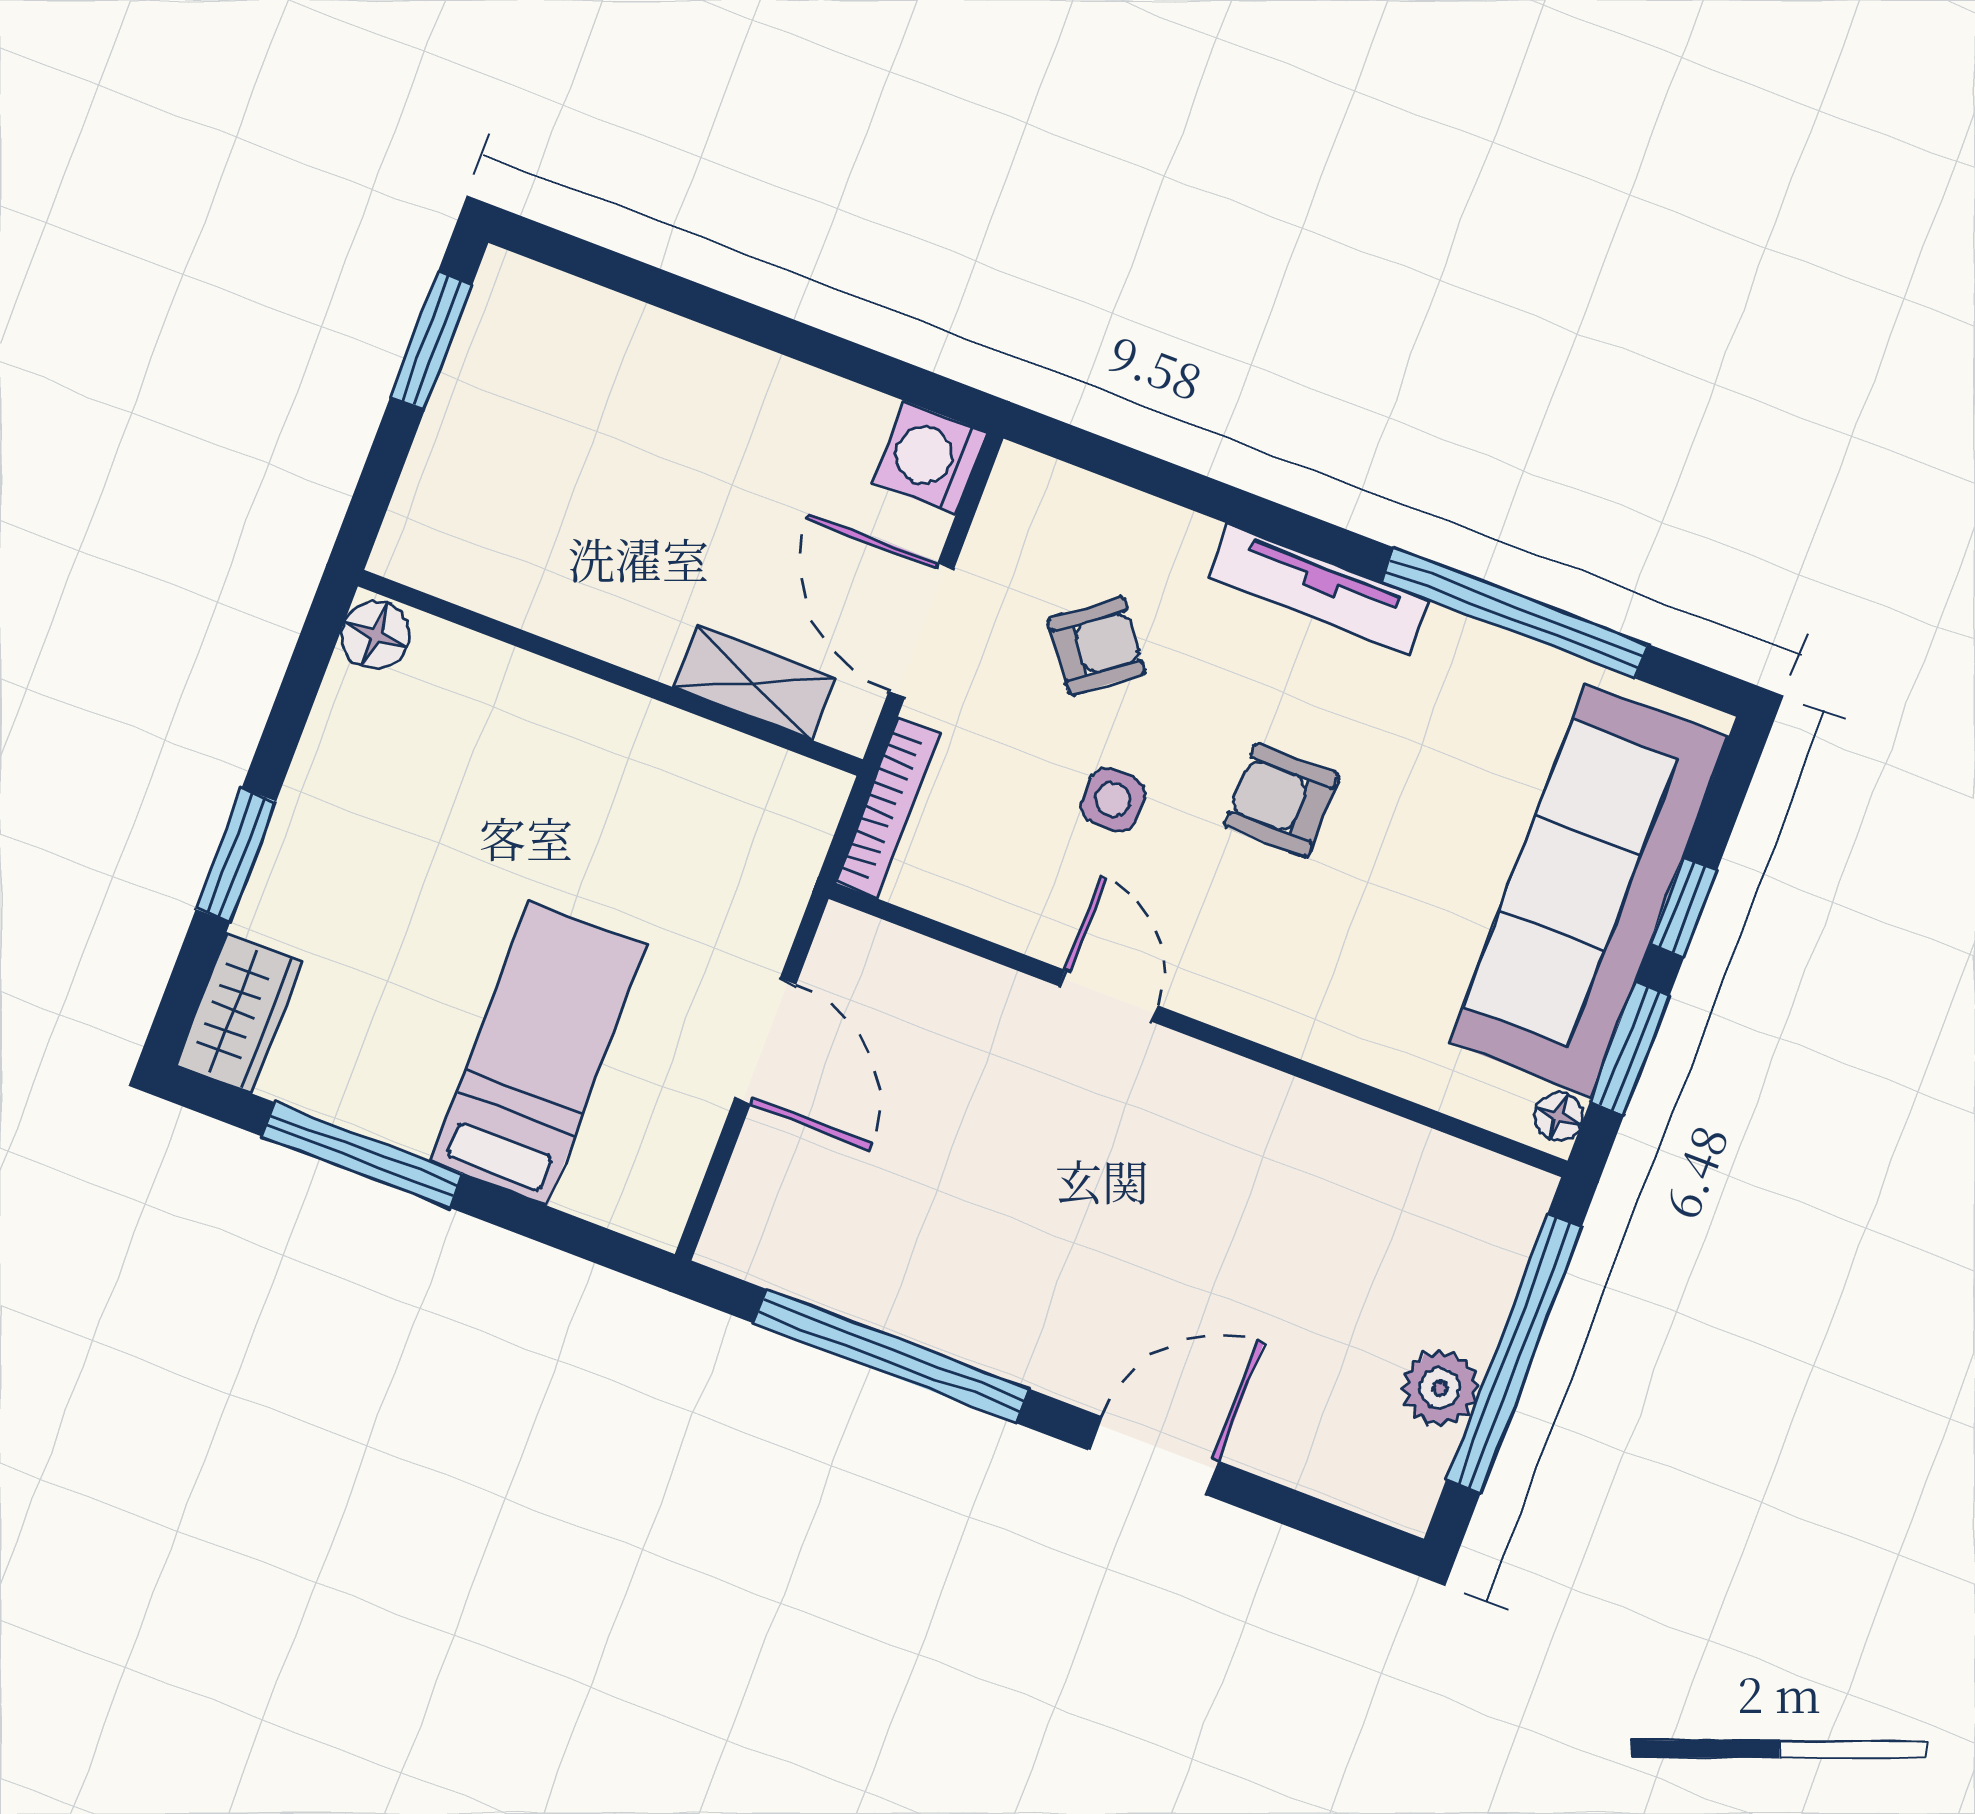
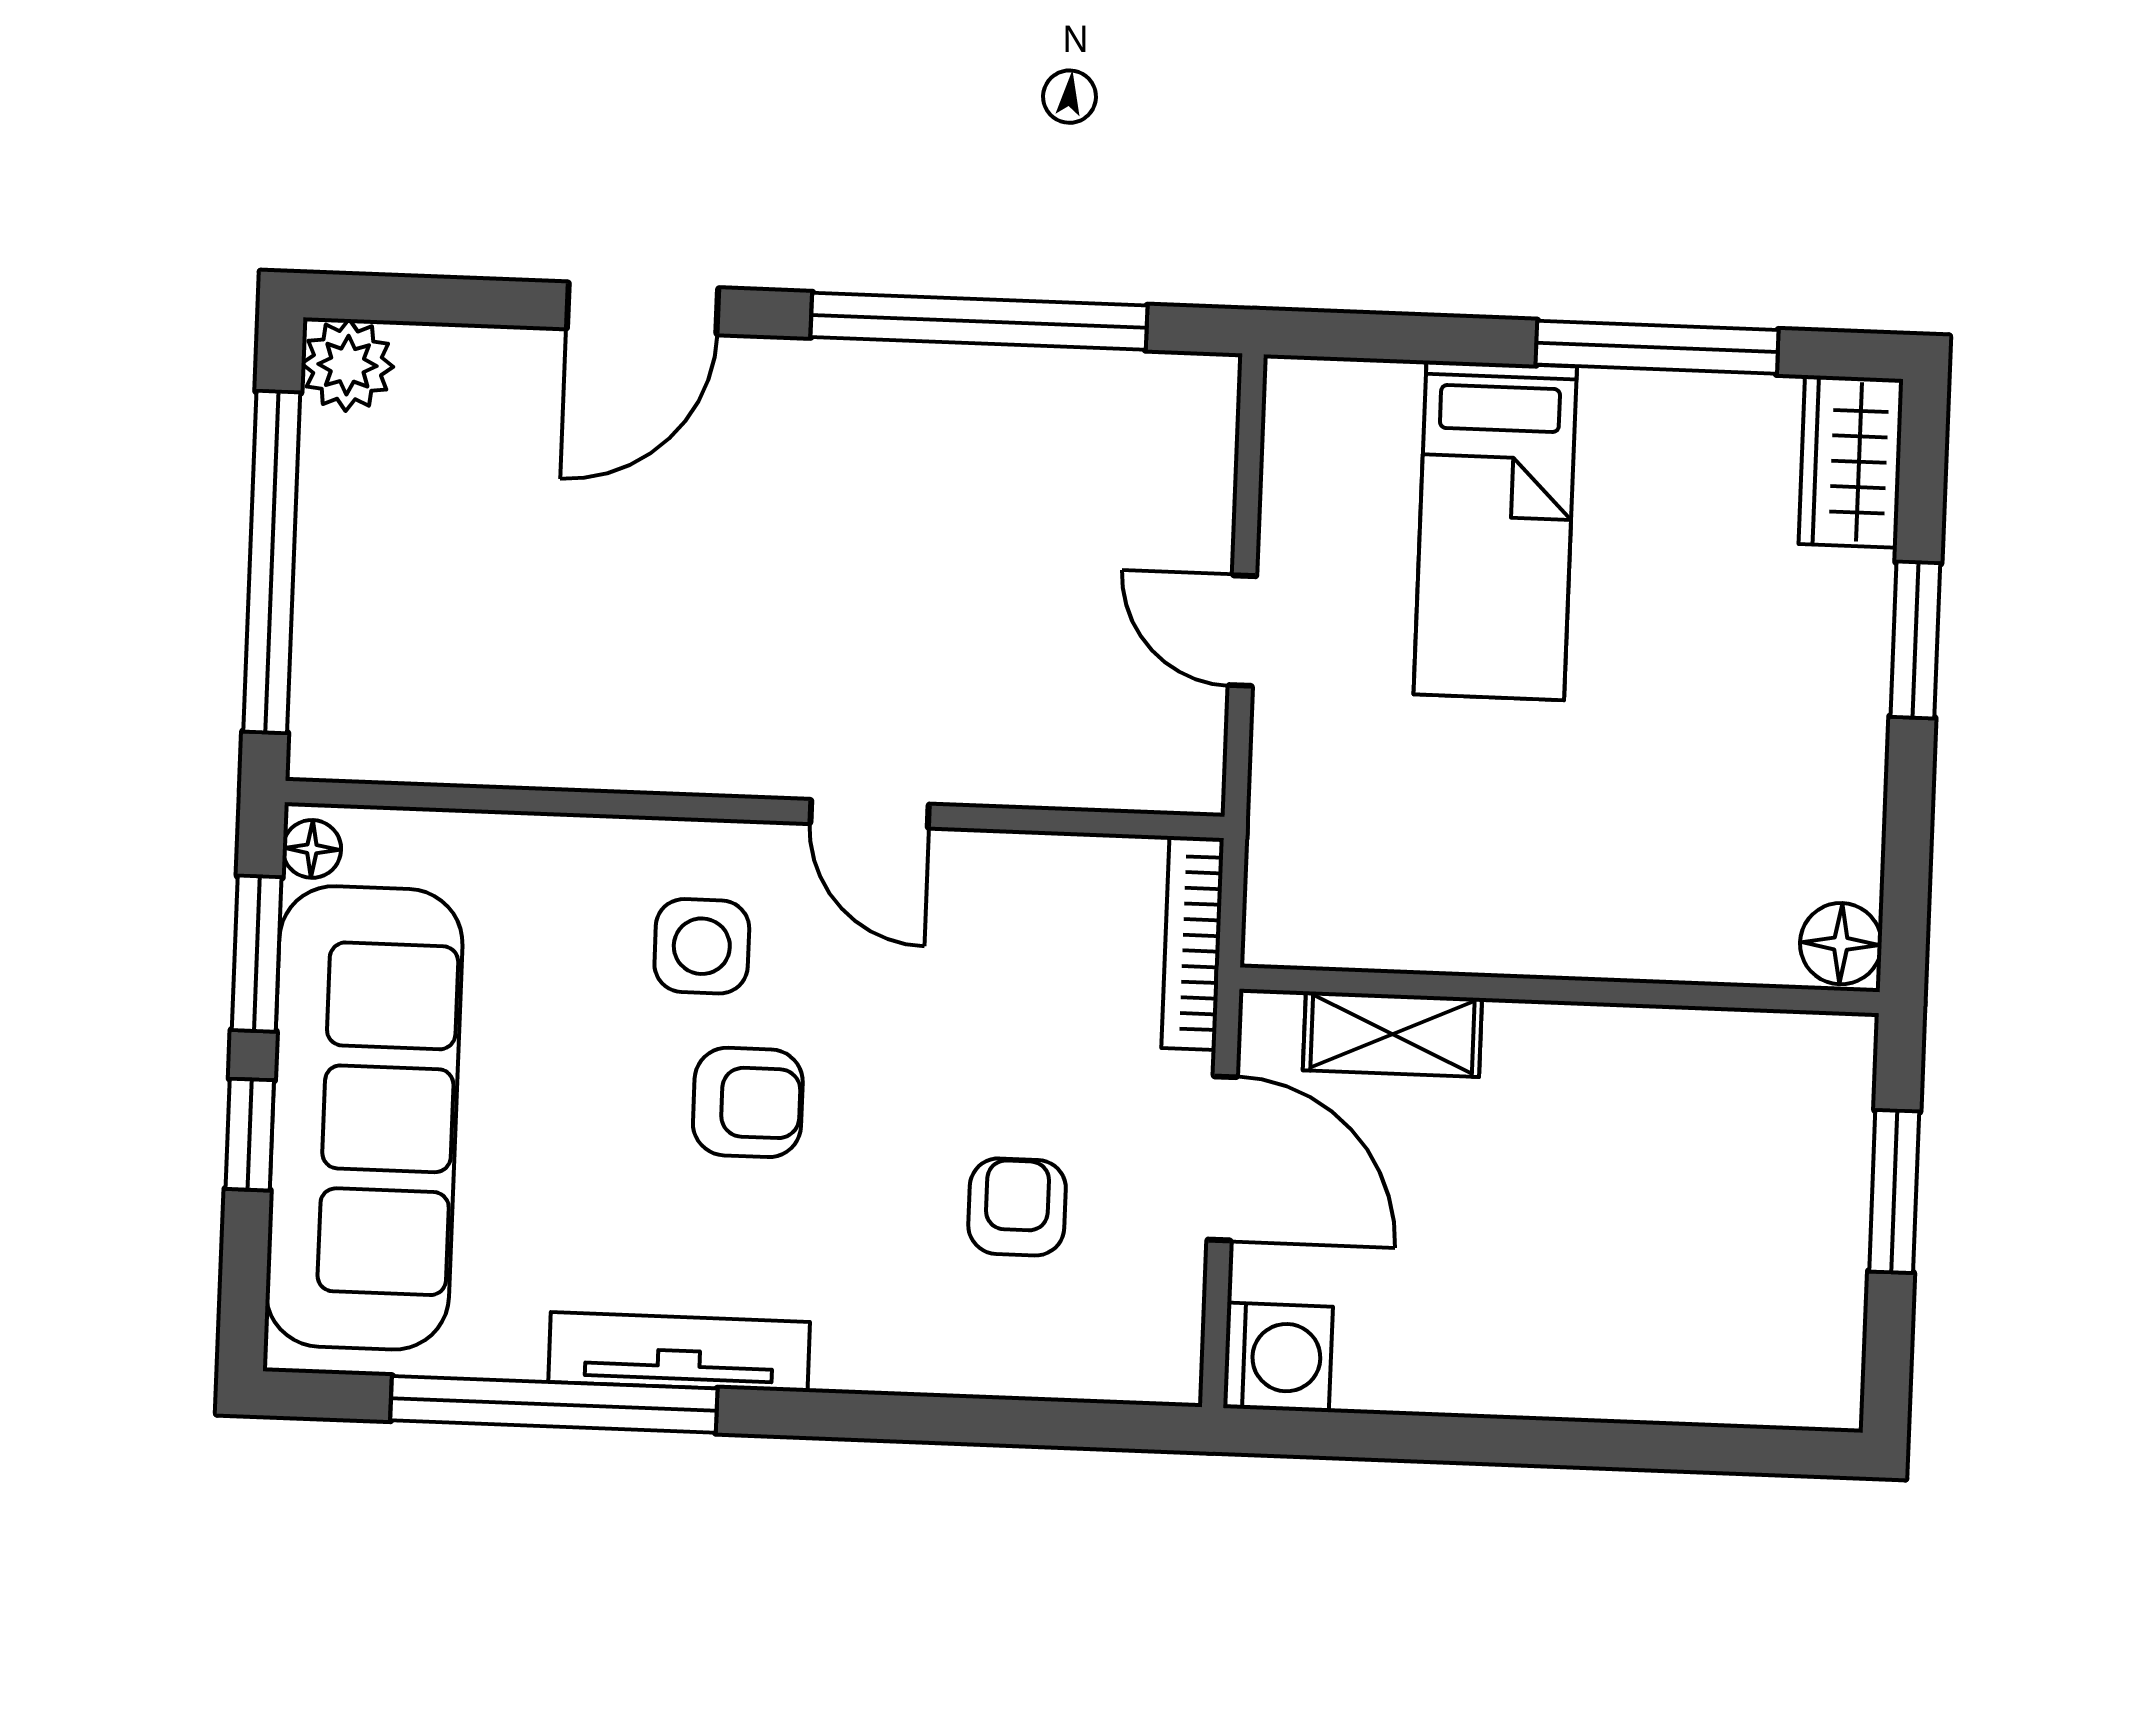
window: (431, 341) -> (1894, 1191), moved
tv unit: (1319, 590) -> (679, 1352), moved
armchair: (1096, 646) -> (1017, 1207), turned 127
side table: (1113, 800) -> (702, 946), moved, width x1.37, depth x1.37
door: (765, 1041) -> (1242, 631), width x0.73
plant: (1440, 1388) -> (347, 365), moved

